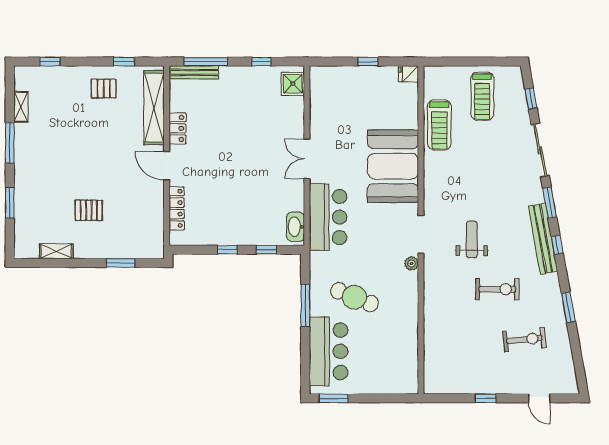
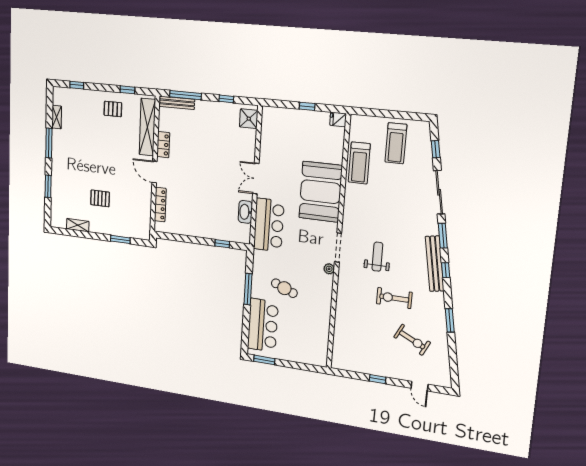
washbasin: (296, 227) -> (245, 212), moved
window: (227, 250) -> (194, 240), removed
exercise bike: (497, 289) -> (394, 298), turned 180
cafe table: (354, 297) -> (284, 288), width x0.73, depth x0.74
exercise bike: (524, 339) -> (412, 340), turned 32

